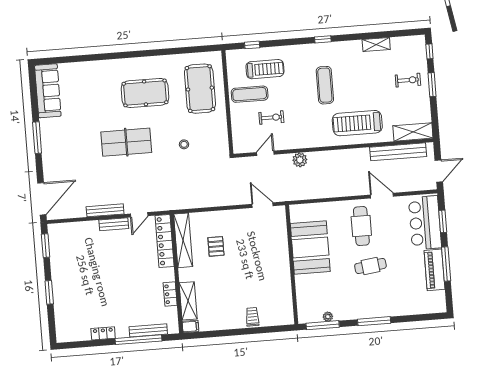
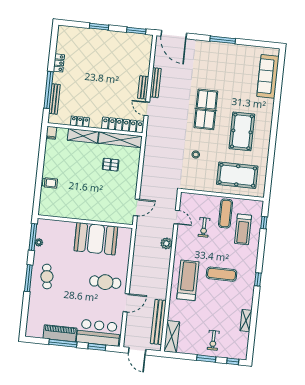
sofa: (48, 91) -> (268, 76), moved, turned 90
treadmill: (357, 123) -> (188, 280), moved
cafe table: (370, 266) -> (47, 276), moved
shelving: (188, 301) -> (83, 136), moved

